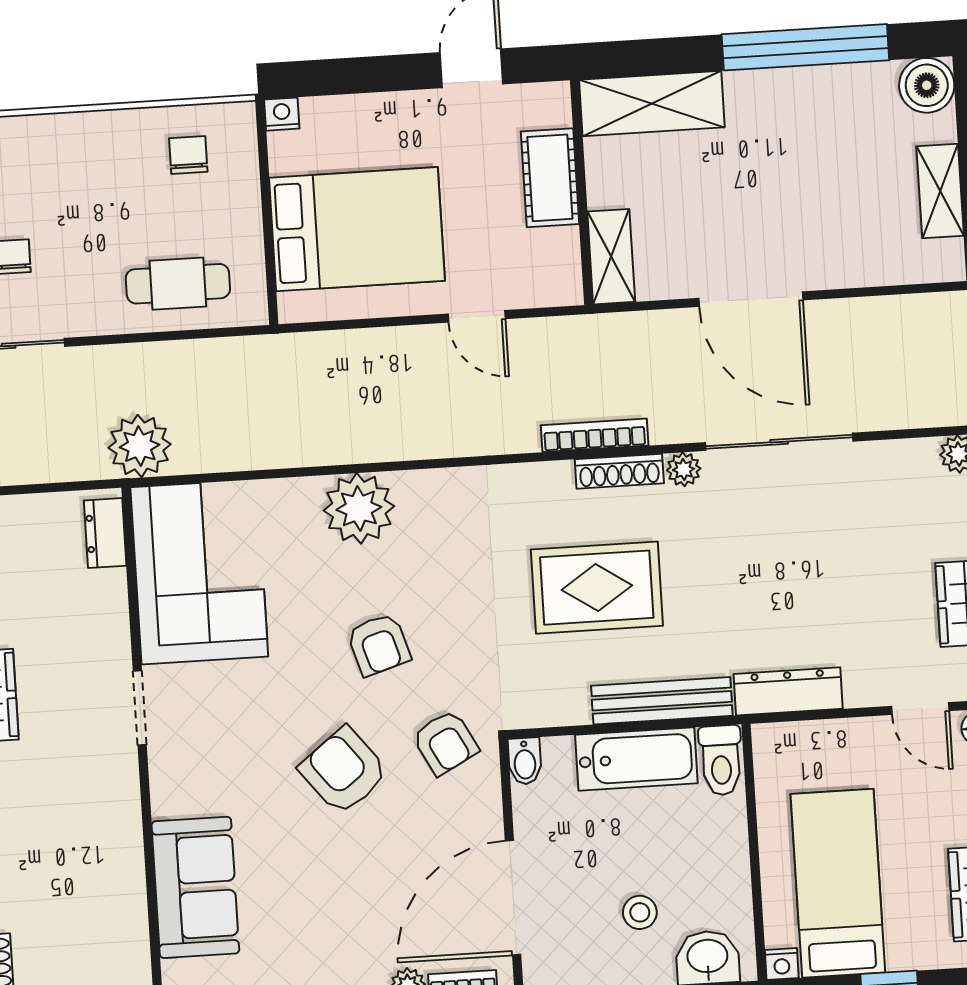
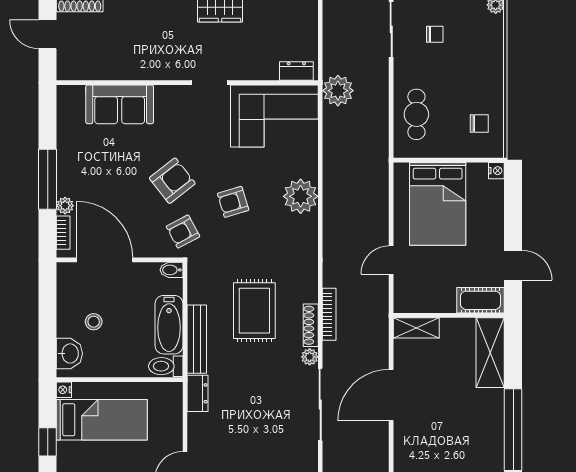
cot: (550, 178) -> (481, 300), moved
dresser: (788, 691) -> (198, 393), width x0.70

